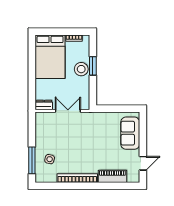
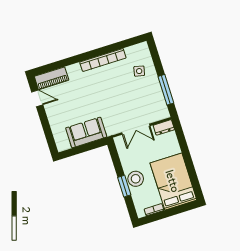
sofa: (130, 133) -> (86, 132), moved, turned -90
window: (32, 160) -> (166, 90), moved
door: (143, 163) -> (37, 98), swing flipped
piano: (112, 176) -> (52, 78), moved

